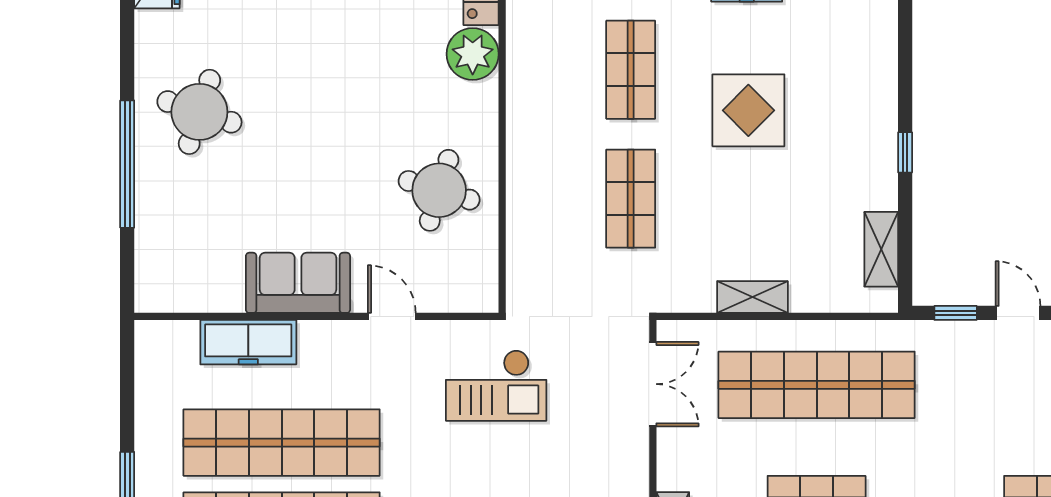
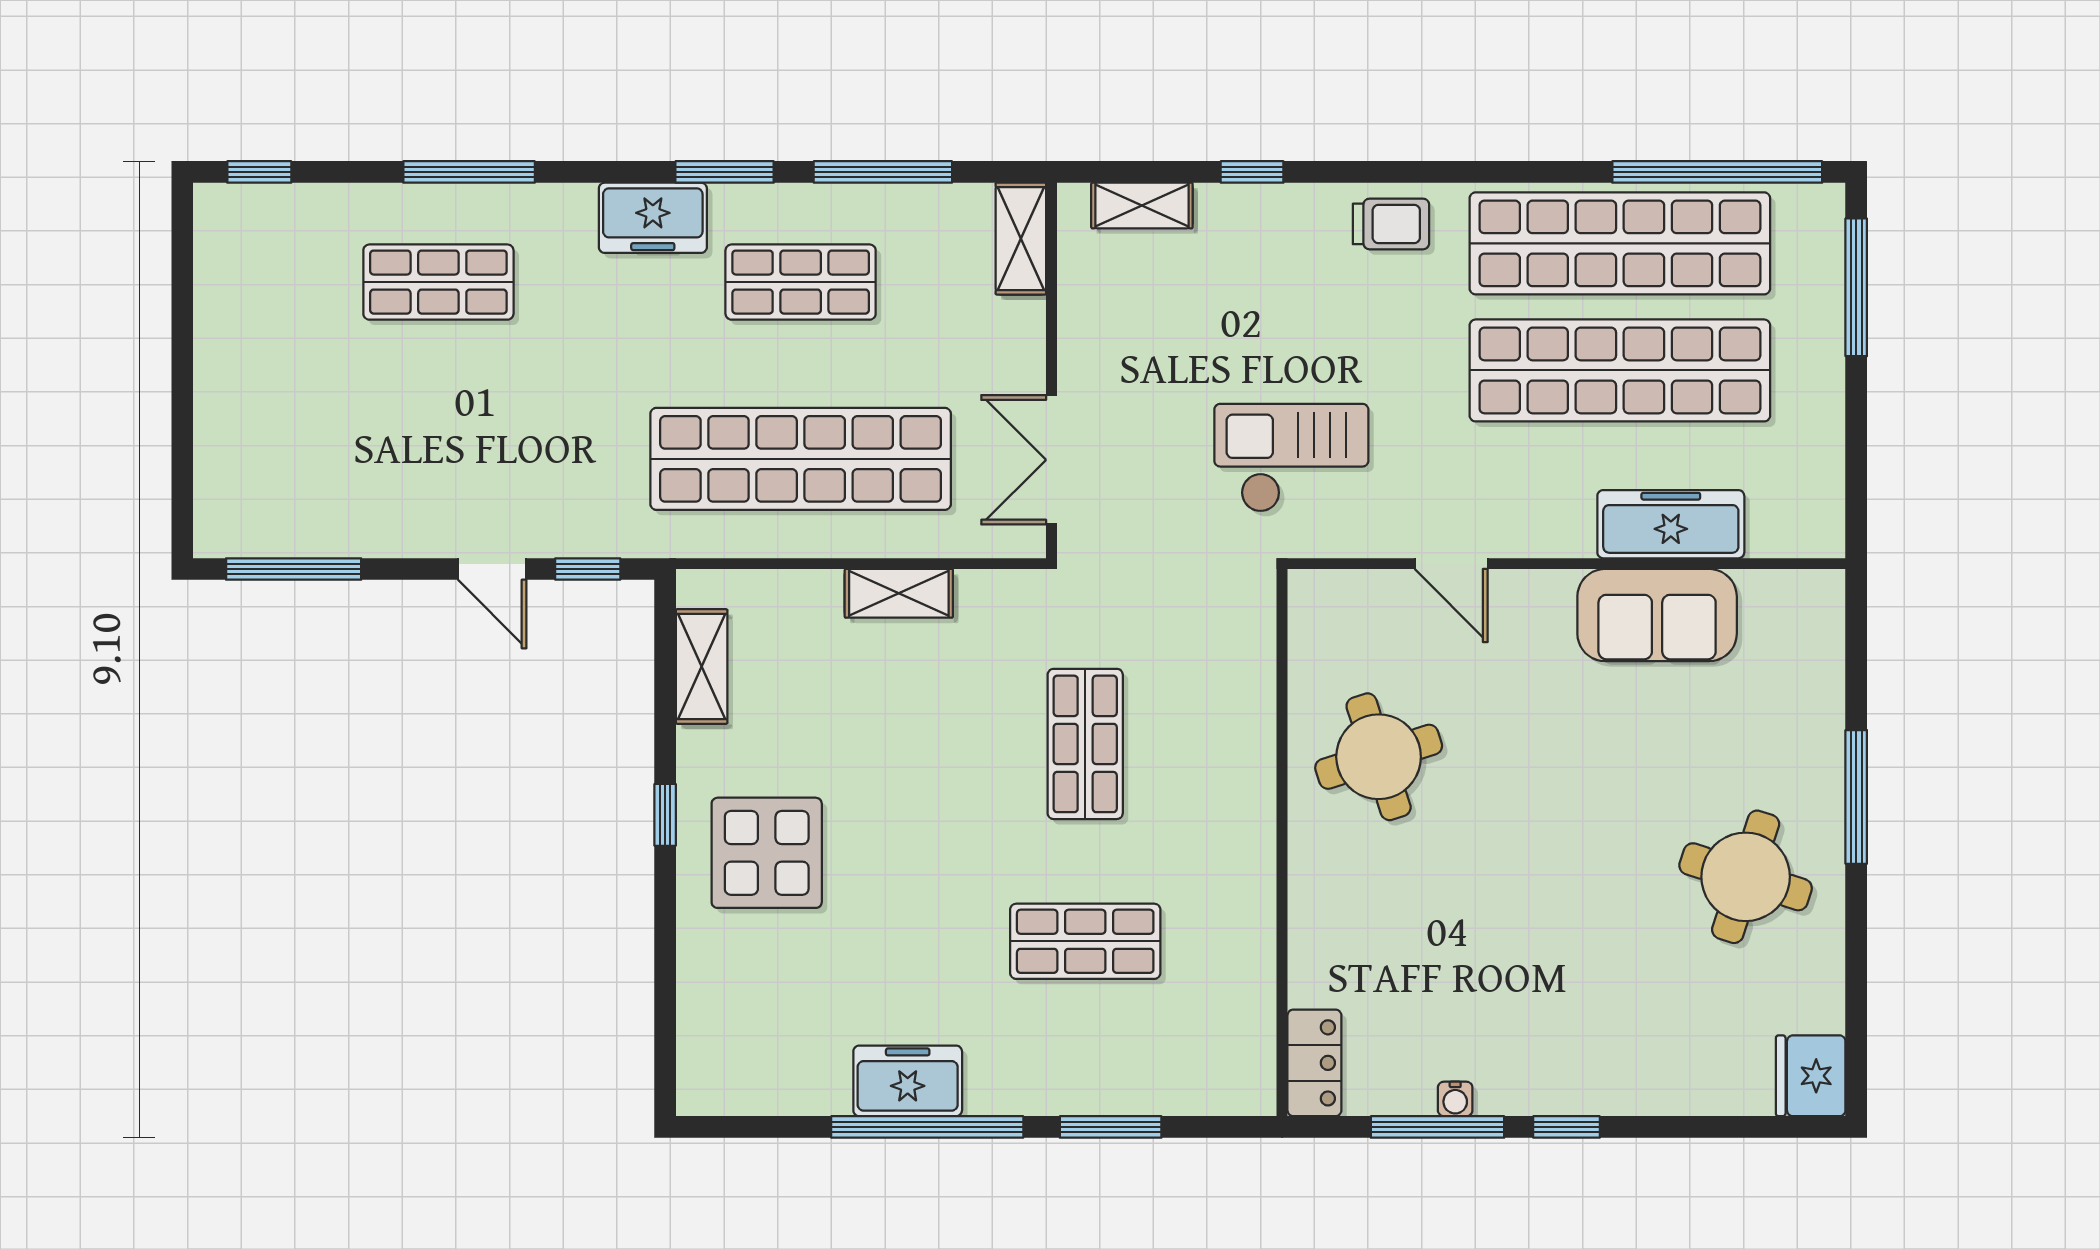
plant: (473, 54) -> (1327, 965), removed
shop shelf: (631, 70) -> (1085, 941), turned 90
display table: (748, 110) -> (767, 853), moved
window: (127, 164) -> (1856, 797), width x0.68
round table: (439, 190) -> (1379, 757), turned -35
sofa: (298, 283) -> (1657, 615), moved

